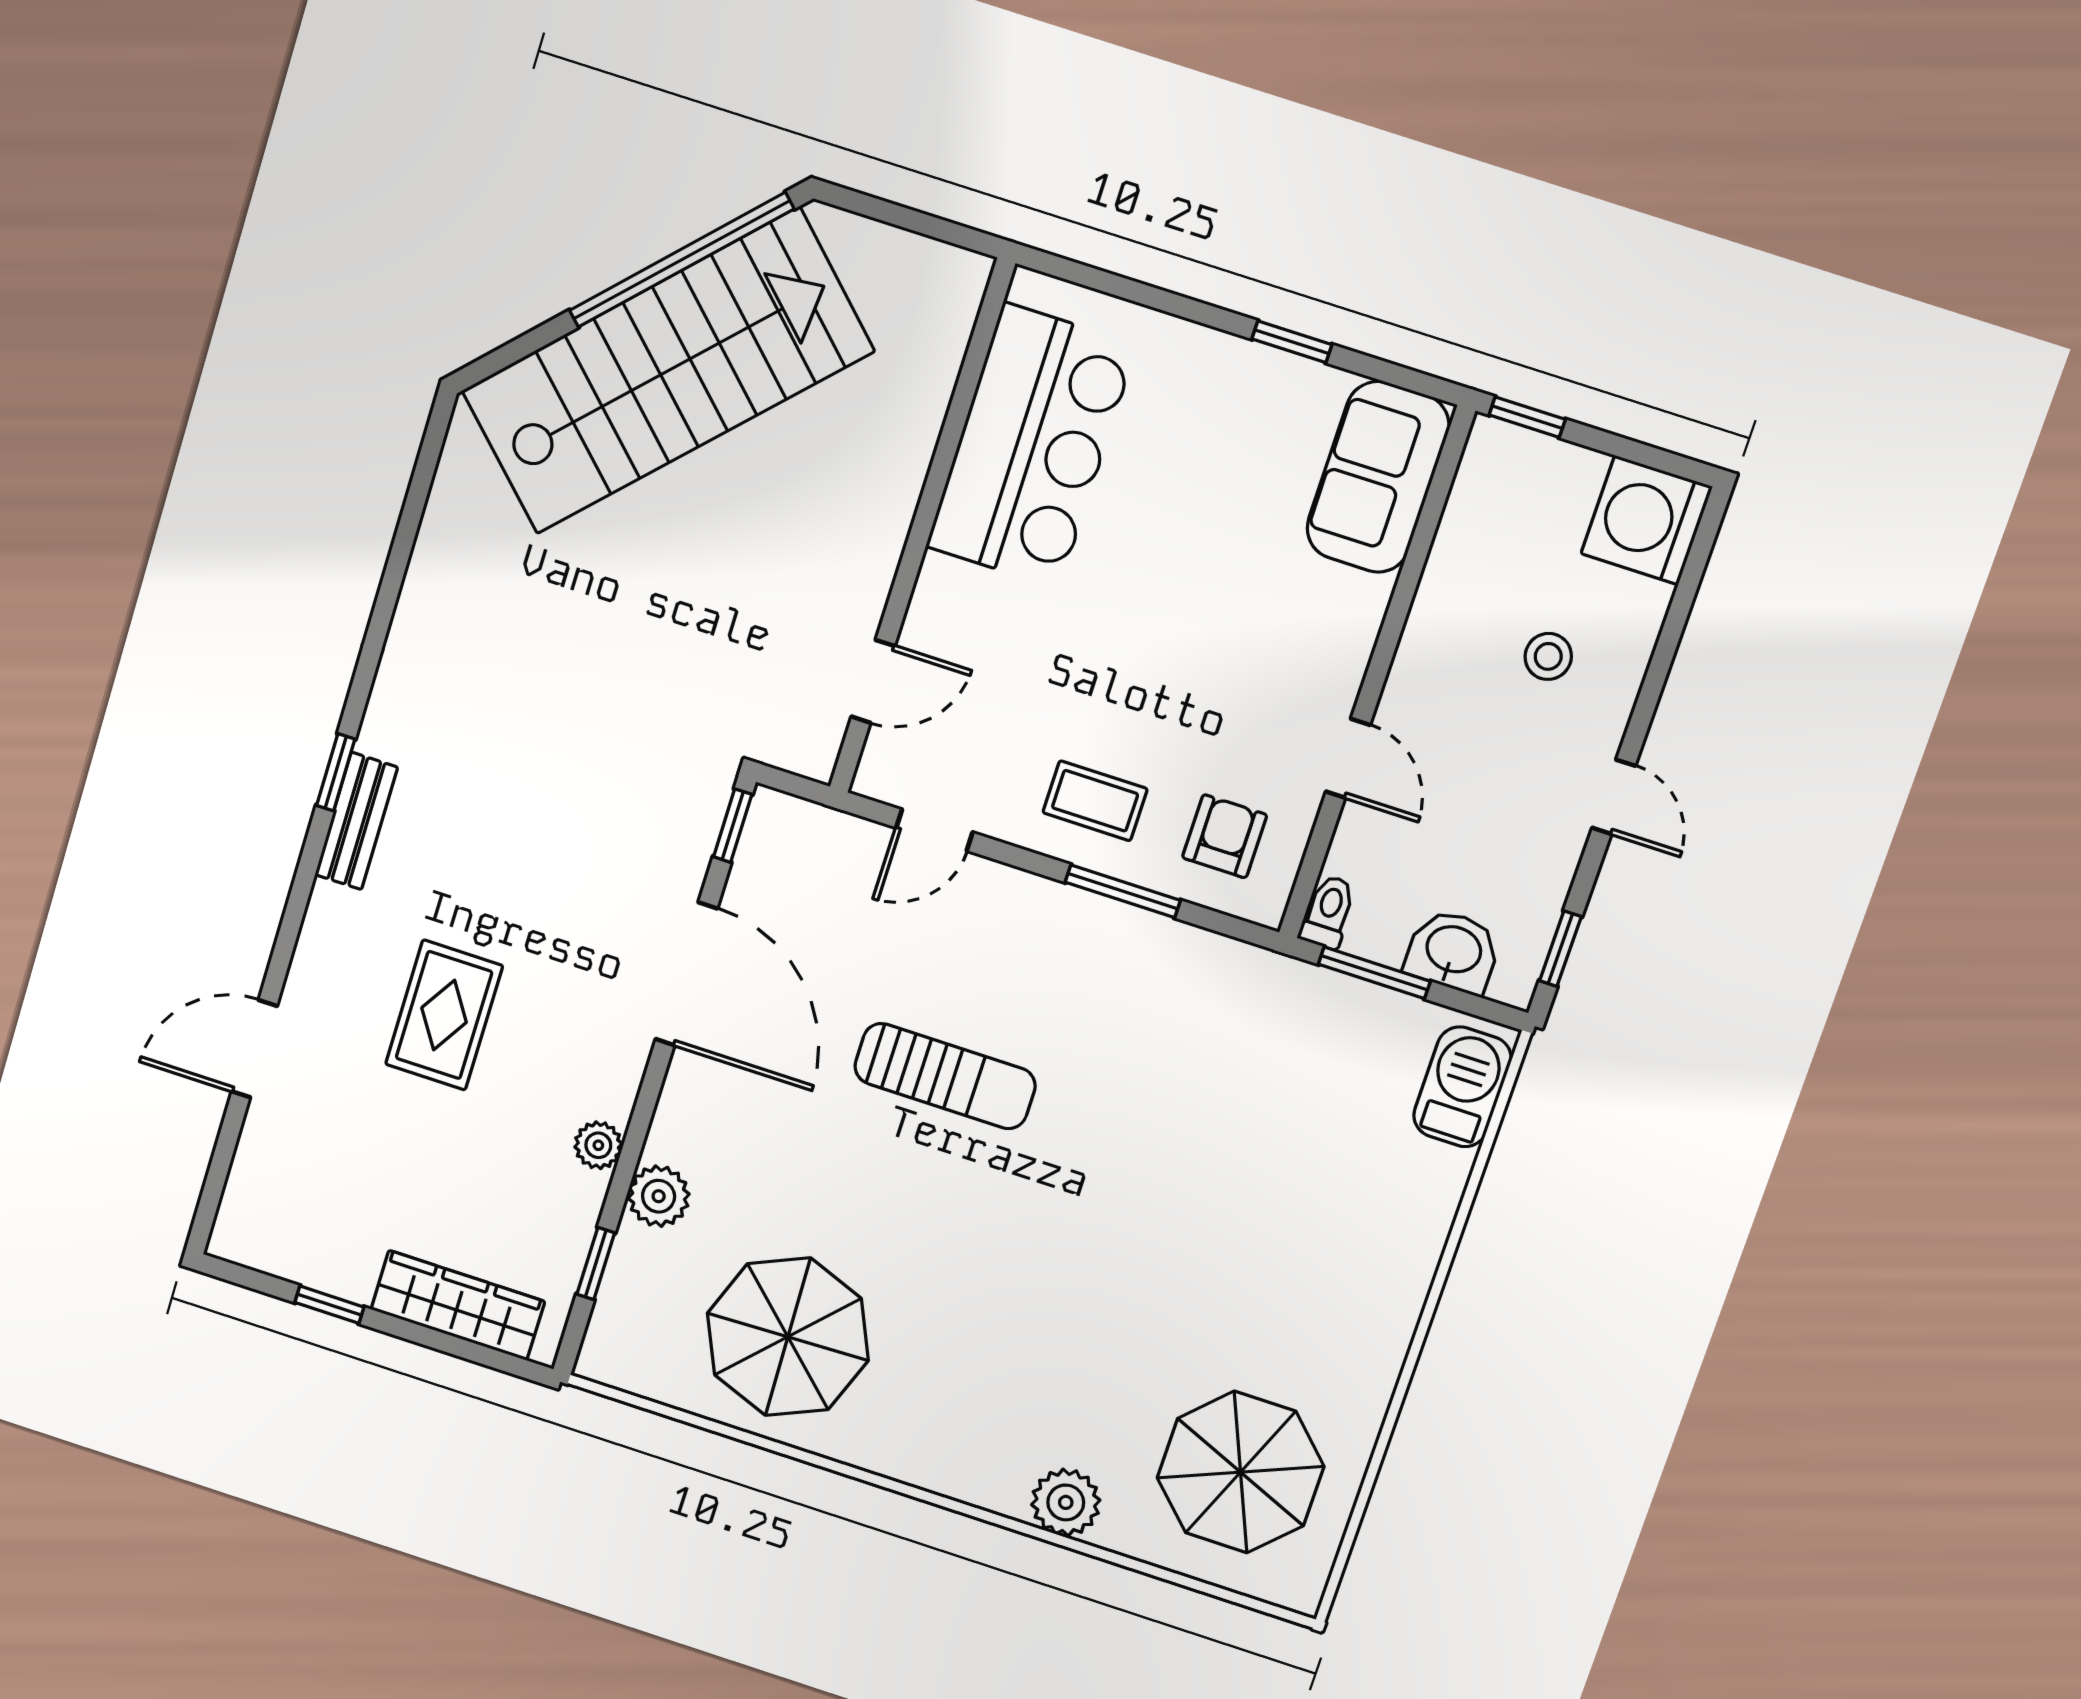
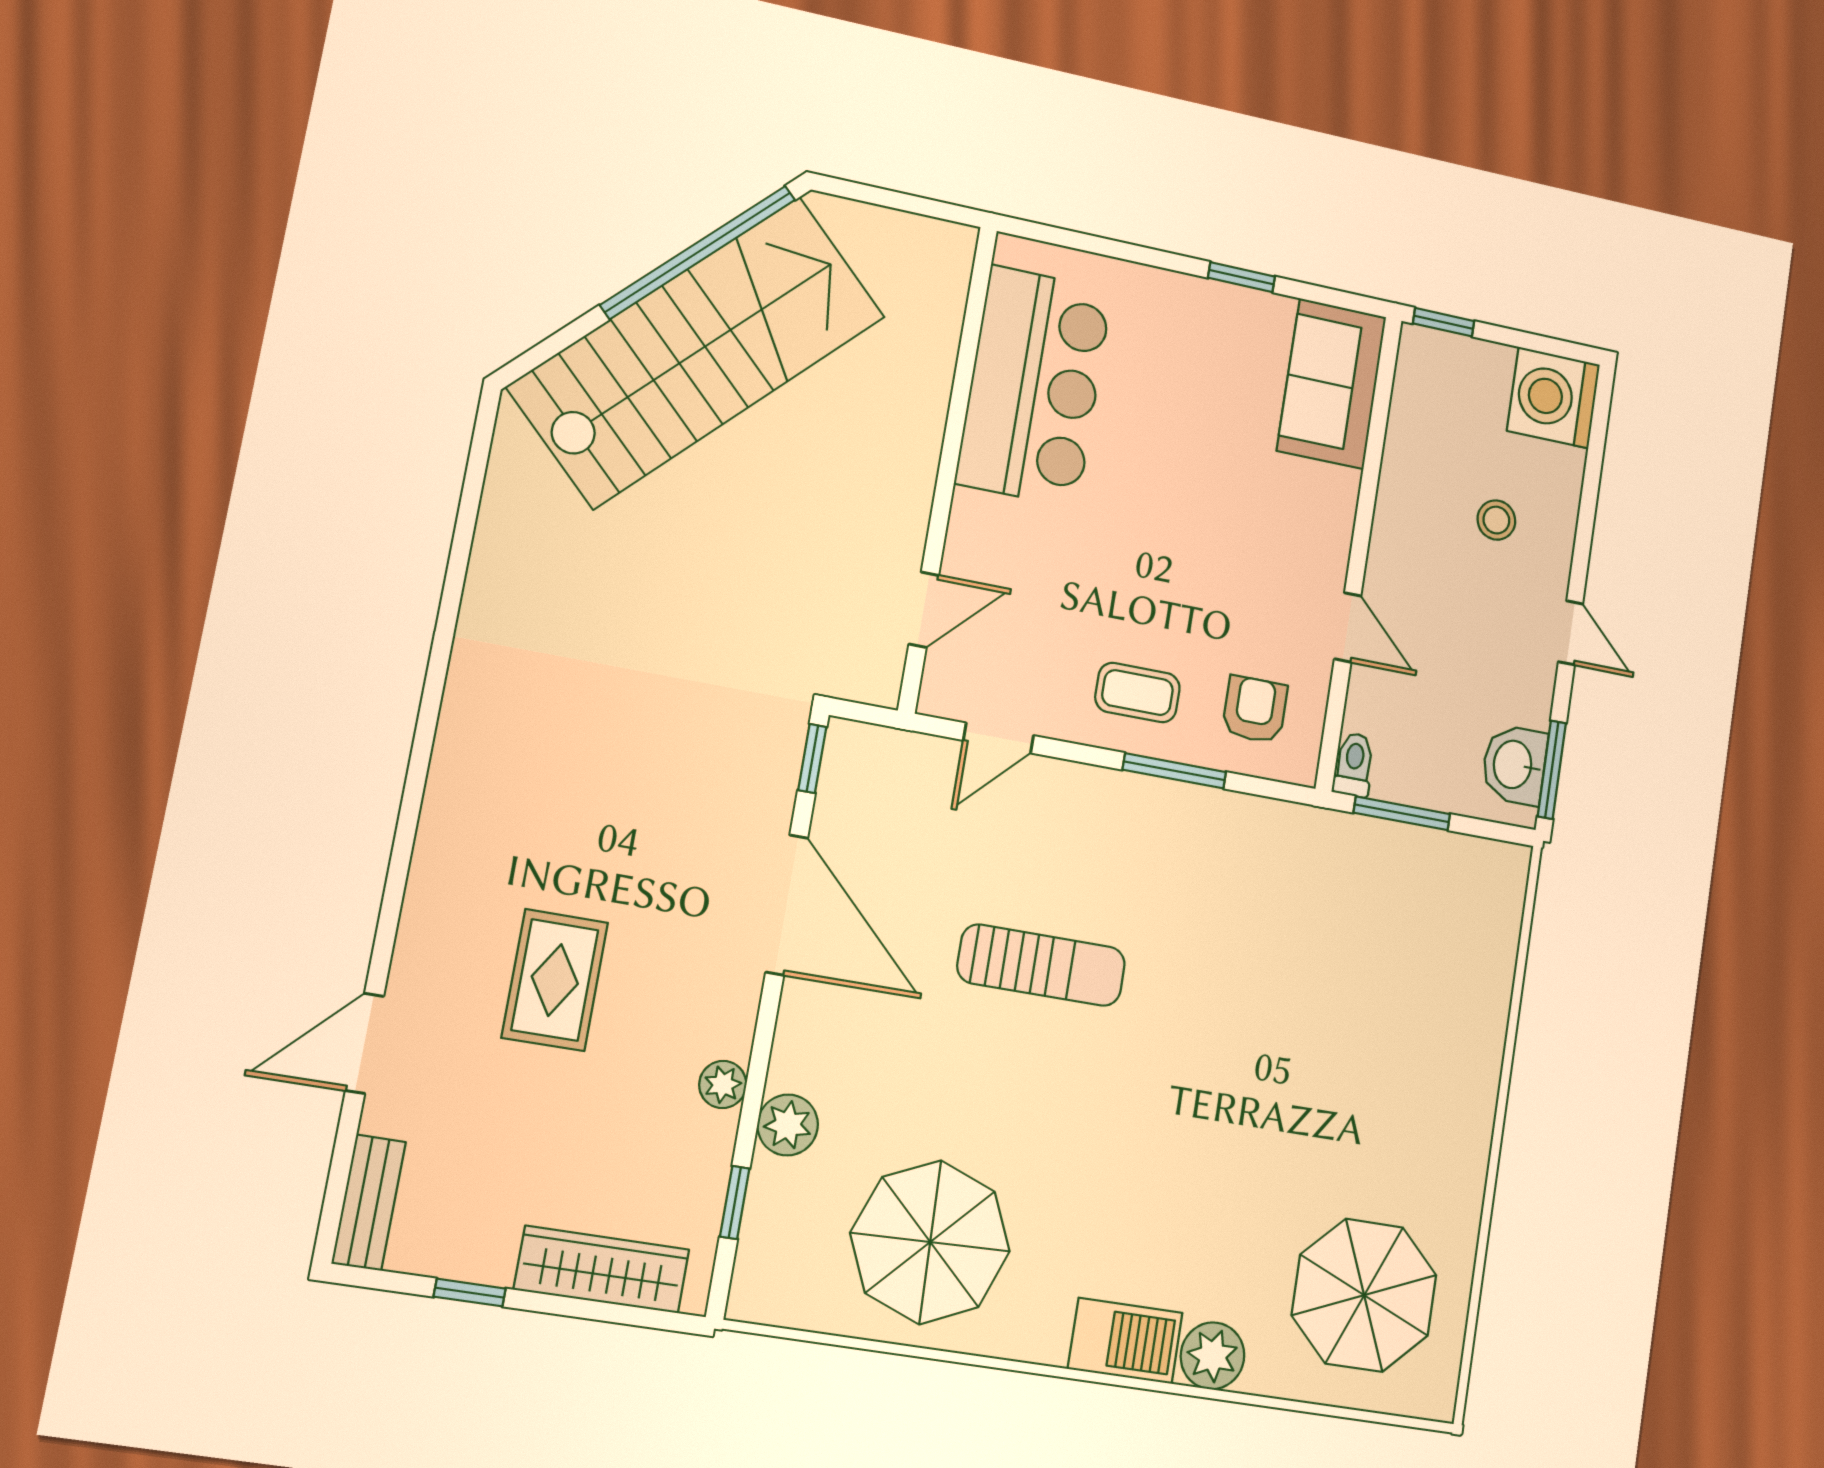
window: (336, 772) -> (420, 758), removed
bench: (356, 821) -> (369, 1203), moved
window: (1560, 949) -> (1552, 770), width x1.50
washbasin: (1453, 951) -> (1514, 765), moved, turned -90
barbecue: (1462, 1087) -> (1125, 1341), moved, turned 90

